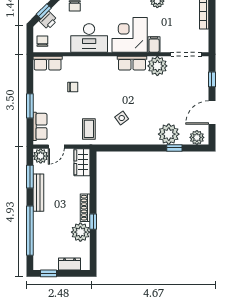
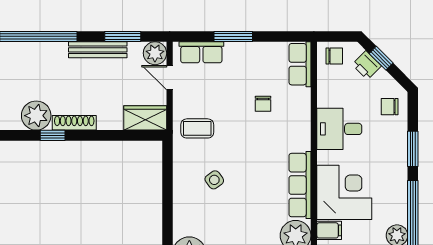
desk: (89, 38) -> (339, 129), width x0.73
row of seats: (132, 63) -> (300, 185), width x1.48

